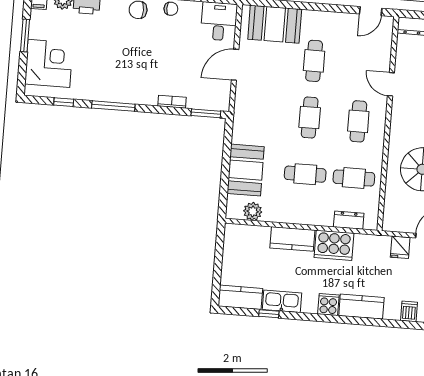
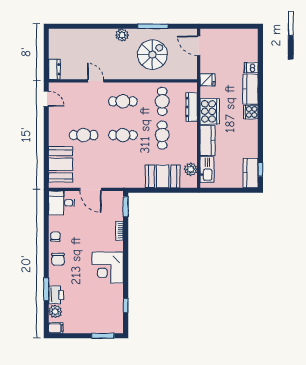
window: (25, 35) -> (103, 336), moved
corner desk: (49, 63) -> (108, 268), moved, turned -90
door: (391, 84) -> (96, 81), swing flipped
window: (113, 106) -> (126, 271), removed
dresser: (349, 220) -> (192, 107), width x1.44
fridge: (400, 247) -> (207, 80), moved
kitchen sink: (282, 301) -> (207, 169), moved, turned 180
dishwasher: (409, 311) -> (251, 68), moved
window: (269, 314) -> (260, 169), moved

